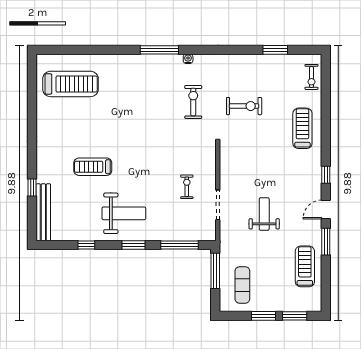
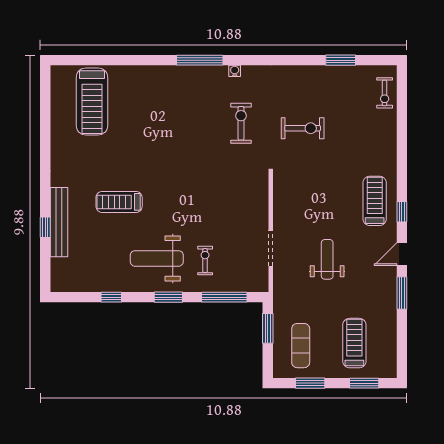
treadmill: (71, 84) -> (92, 101), turned 90
treadmill: (302, 128) -> (375, 201), moved
exercise bike: (187, 187) -> (205, 261), moved
bench: (43, 212) -> (59, 222), moved
weight bench: (124, 213) -> (157, 258), turned 180
treadmill: (305, 266) -> (354, 343), moved
window: (215, 271) -> (268, 328), width x0.69
window: (264, 316) -> (310, 383), moved

